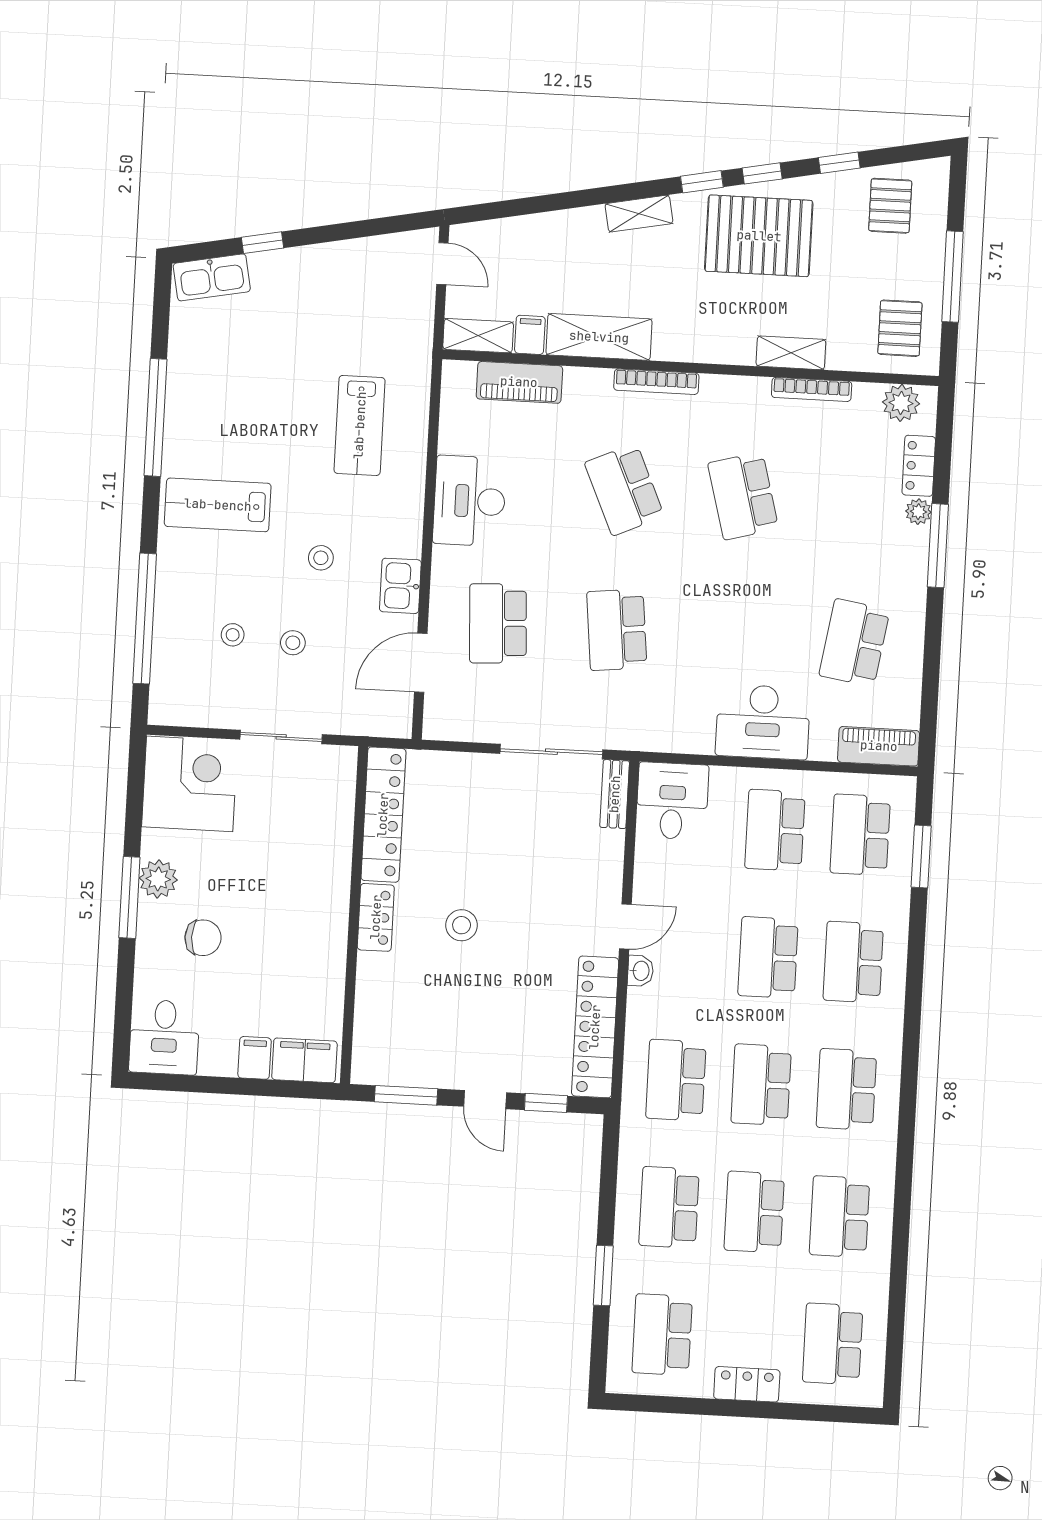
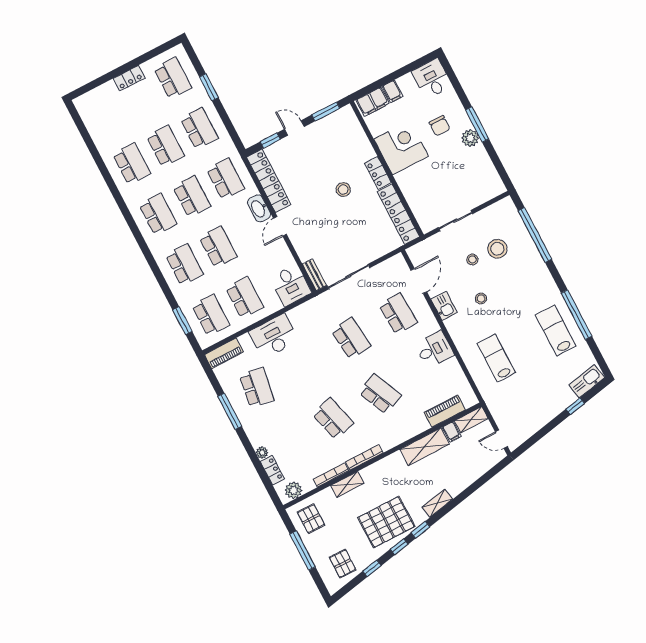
bookcase: (656, 382) -> (364, 457), moved
desk: (469, 501) -> (434, 349), width x0.73
lab bench: (218, 505) -> (556, 330), moved, turned -90
window: (938, 546) -> (230, 411), moved
stool: (233, 635) -> (497, 249), width x1.89, depth x1.89
corner desk: (190, 784) -> (401, 148), moved, turned 180
chair: (203, 938) -> (440, 126), turned -90
washbasin: (640, 971) -> (259, 208), width x1.91, depth x1.45
school desk: (833, 1344) -> (105, 113), removed

